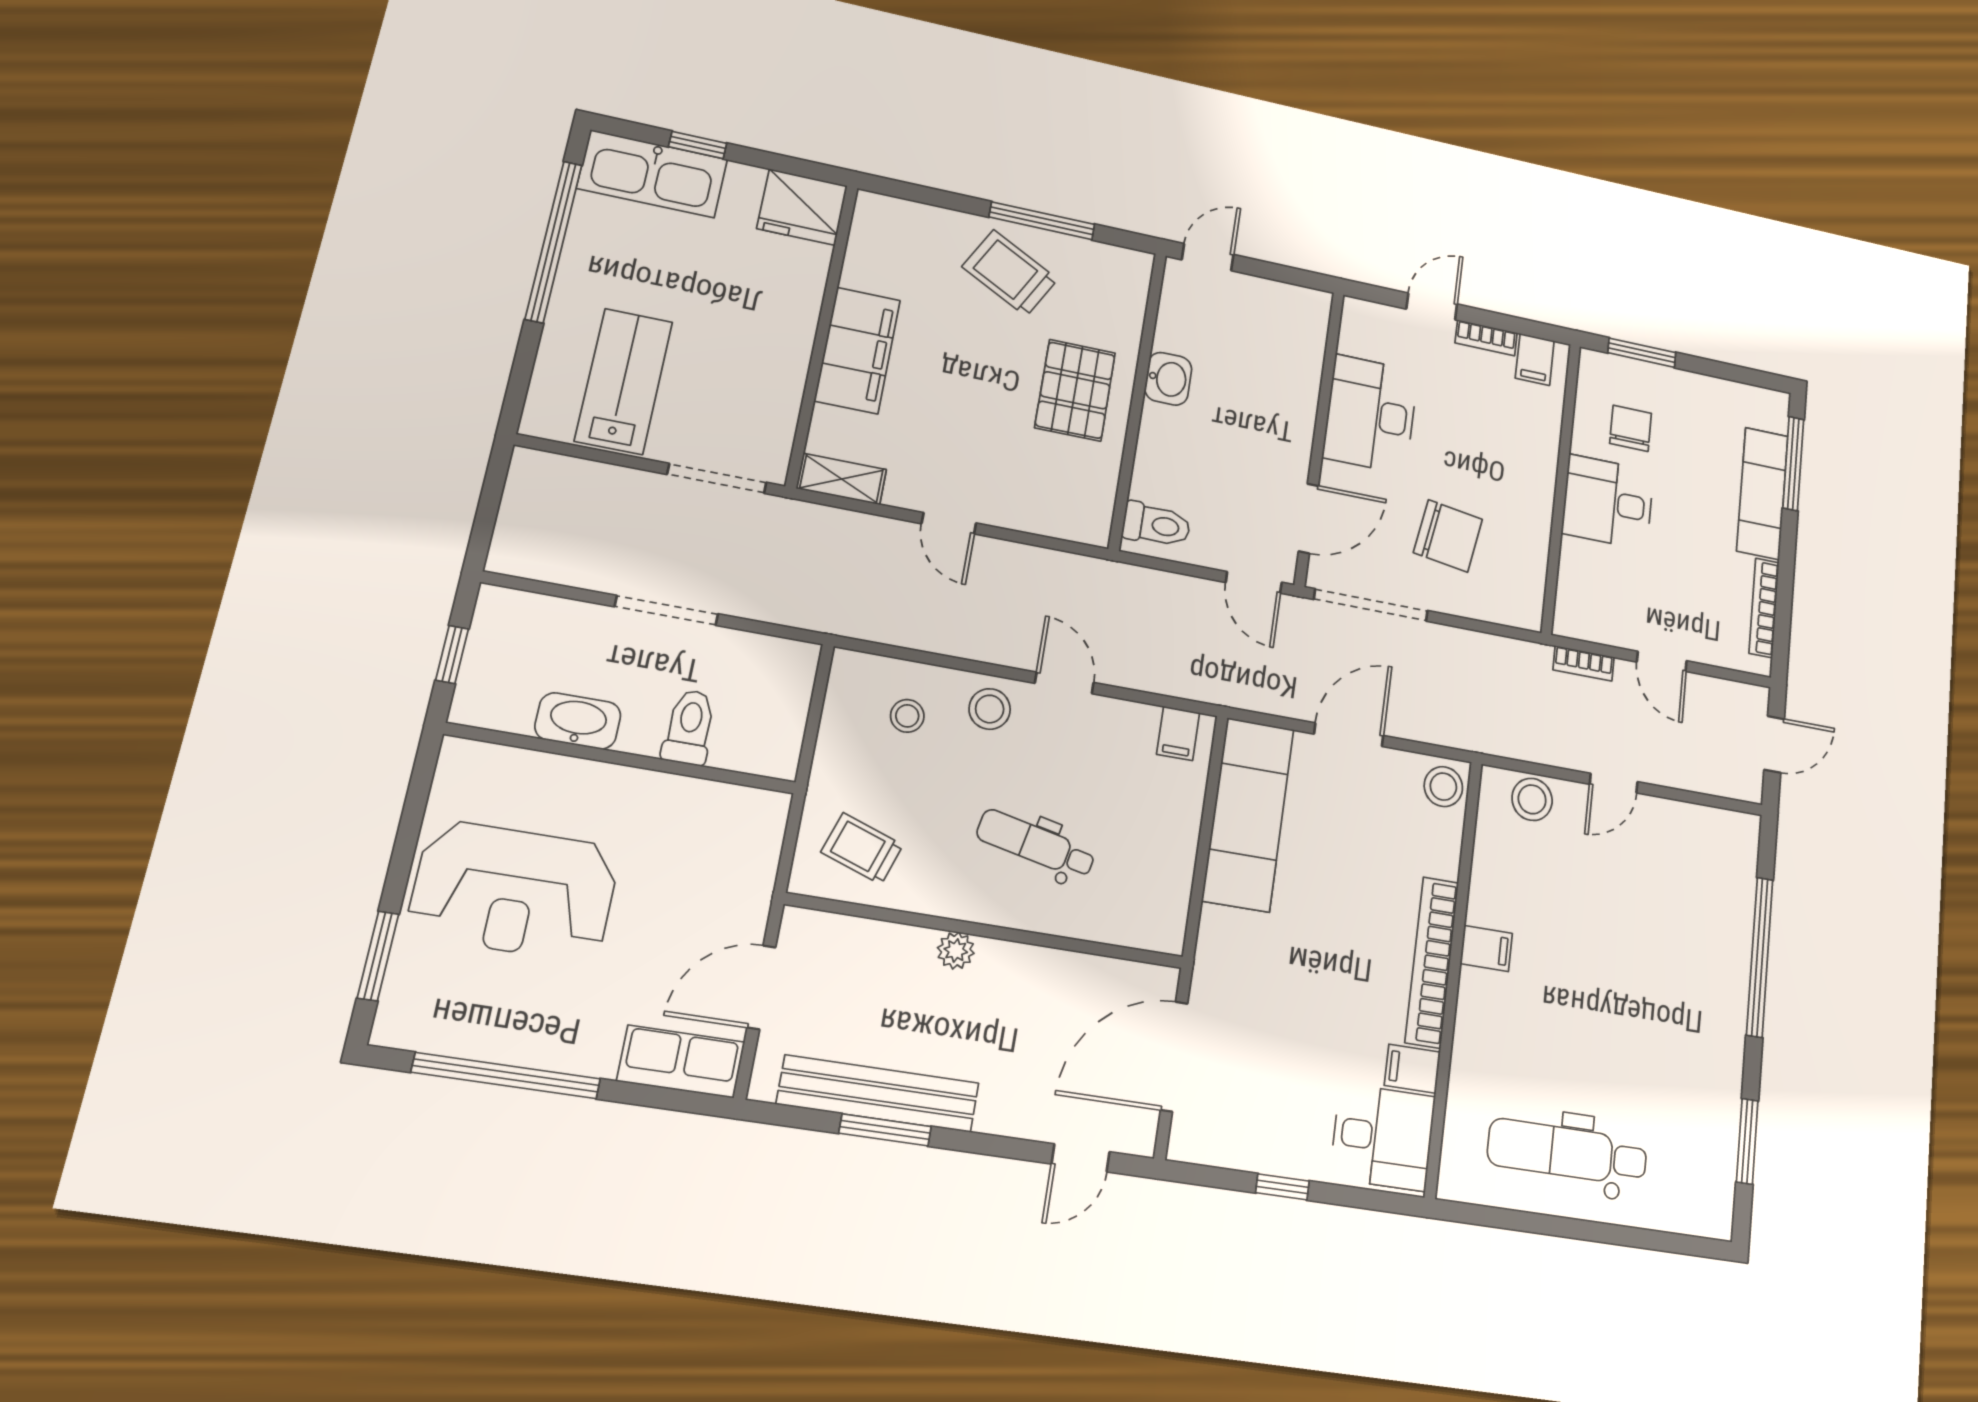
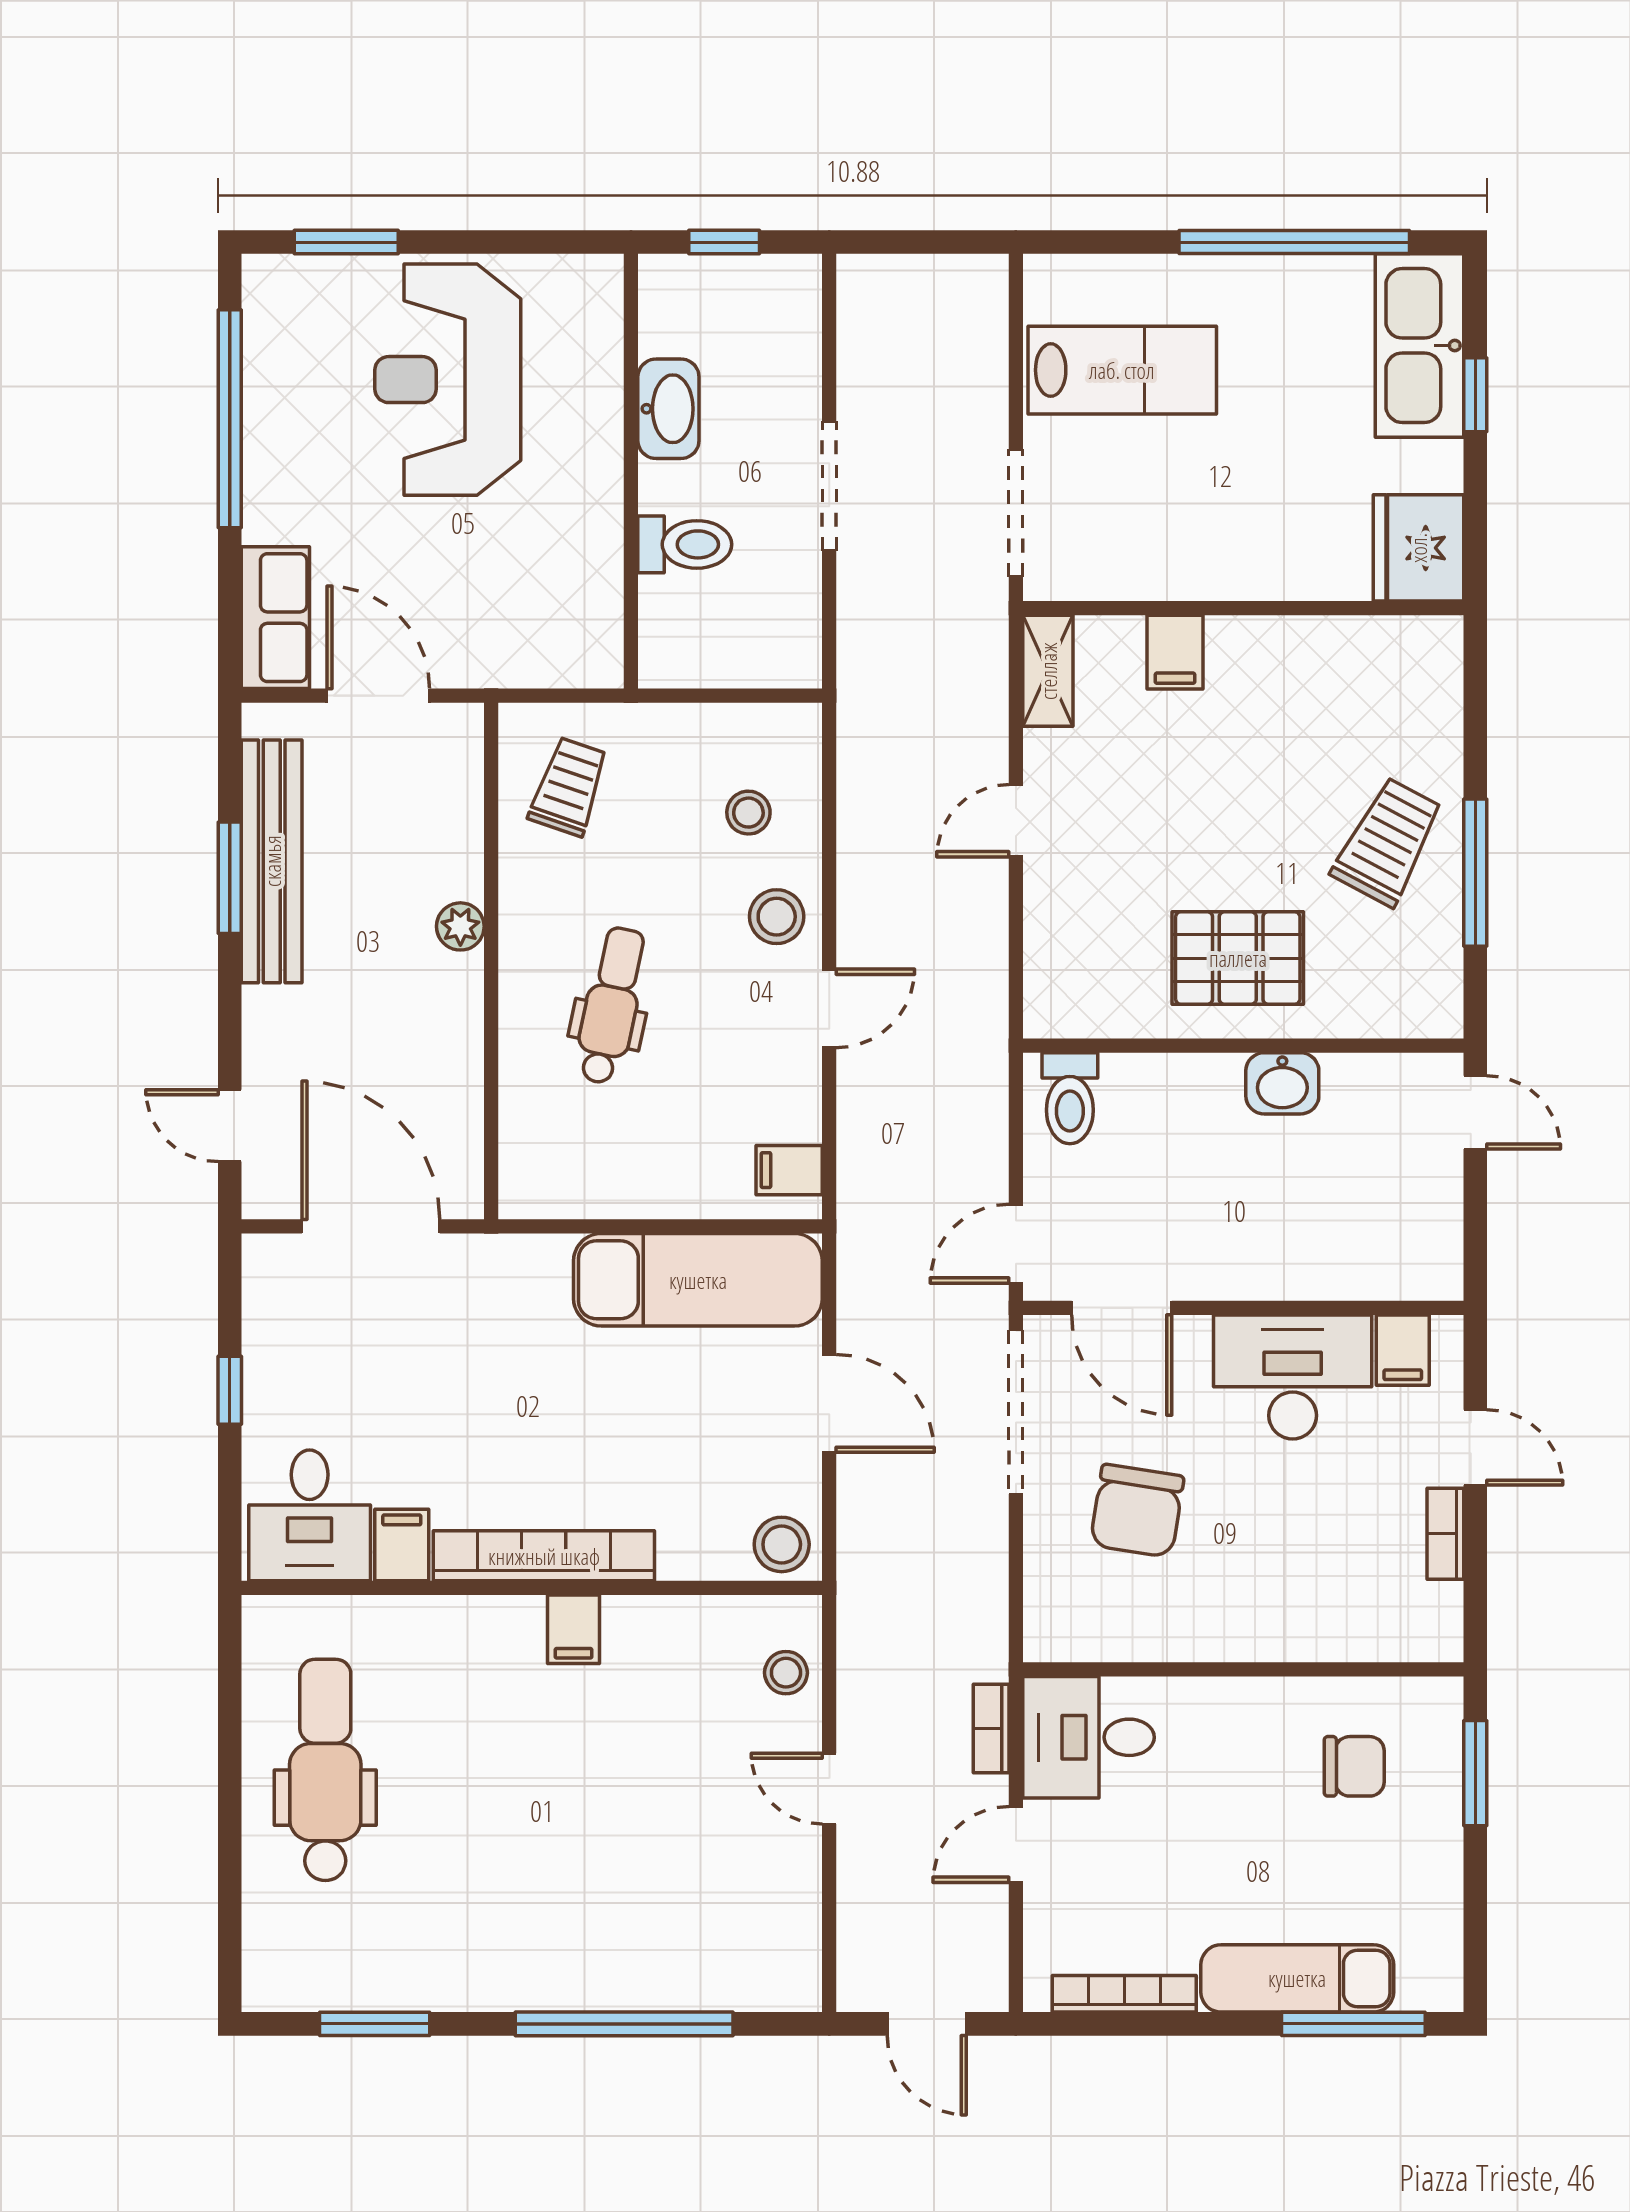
filing cabinet: (857, 350) -> (1175, 652), width x0.33, depth x0.86
filing cabinet: (1535, 359) -> (1403, 1350), moved, turned -90
desk: (1608, 502) -> (1088, 1737), moved, turned -90
stool: (1532, 799) -> (786, 1673), width x0.73, depth x0.73

